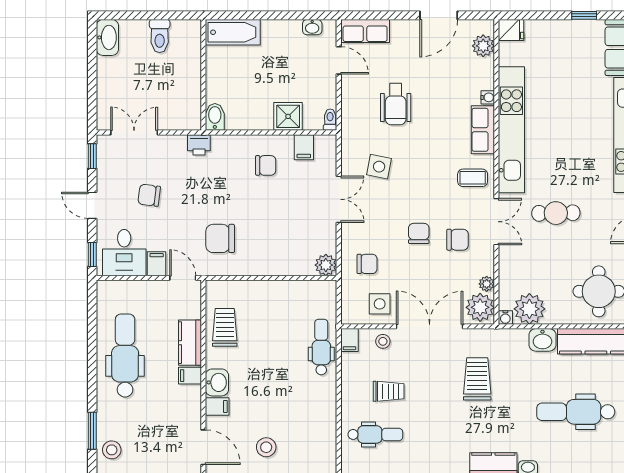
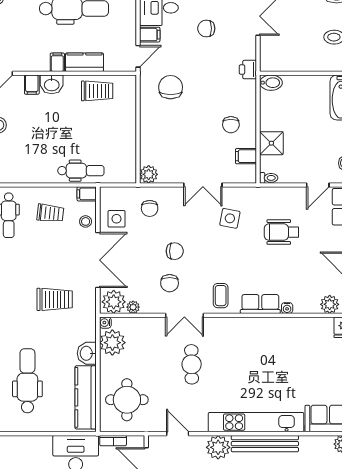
kitchen unit: (511, 130) -> (260, 328), removed
chair: (149, 195) -> (206, 28), turned -97
trolley: (389, 391) -> (50, 213), moved, turned -84

